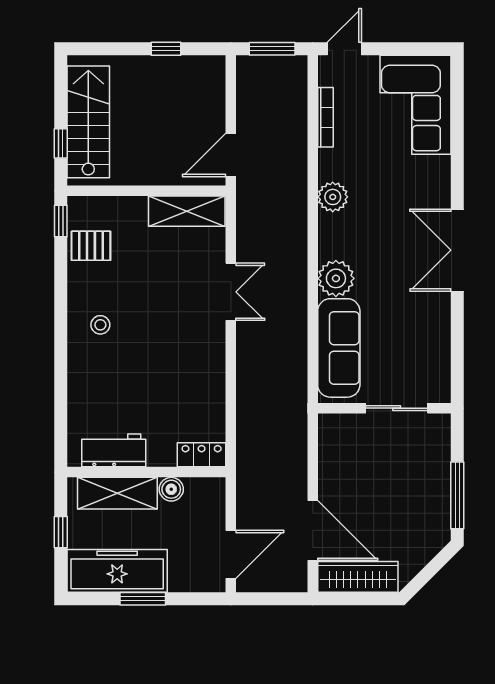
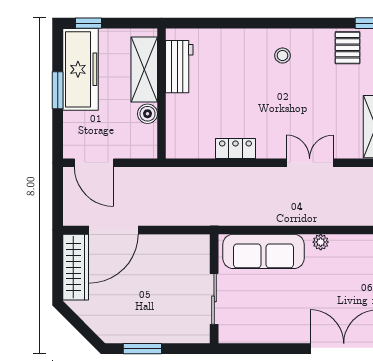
plant: (336, 278) -> (321, 242), width x0.53, depth x0.53
double door: (231, 292) -> (310, 163), swing flipped
locker: (202, 455) -> (235, 148), moved, turned -90
window: (457, 495) -> (142, 349), width x0.69
window: (61, 532) -> (88, 23), moved

